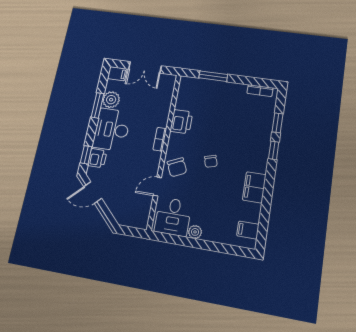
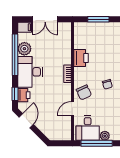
window: (97, 105) -> (15, 55), width x2.11
door: (93, 193) -> (26, 121), swing flipped
window: (182, 241) -> (97, 143), added

